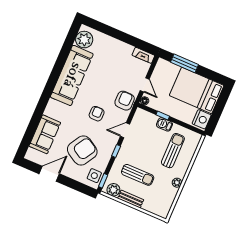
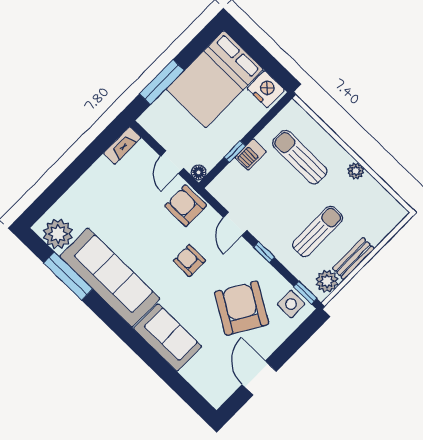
window: (64, 53) -> (68, 276), added
door: (145, 85) -> (172, 162), swing flipped
sofa: (45, 134) -> (168, 337), moved

